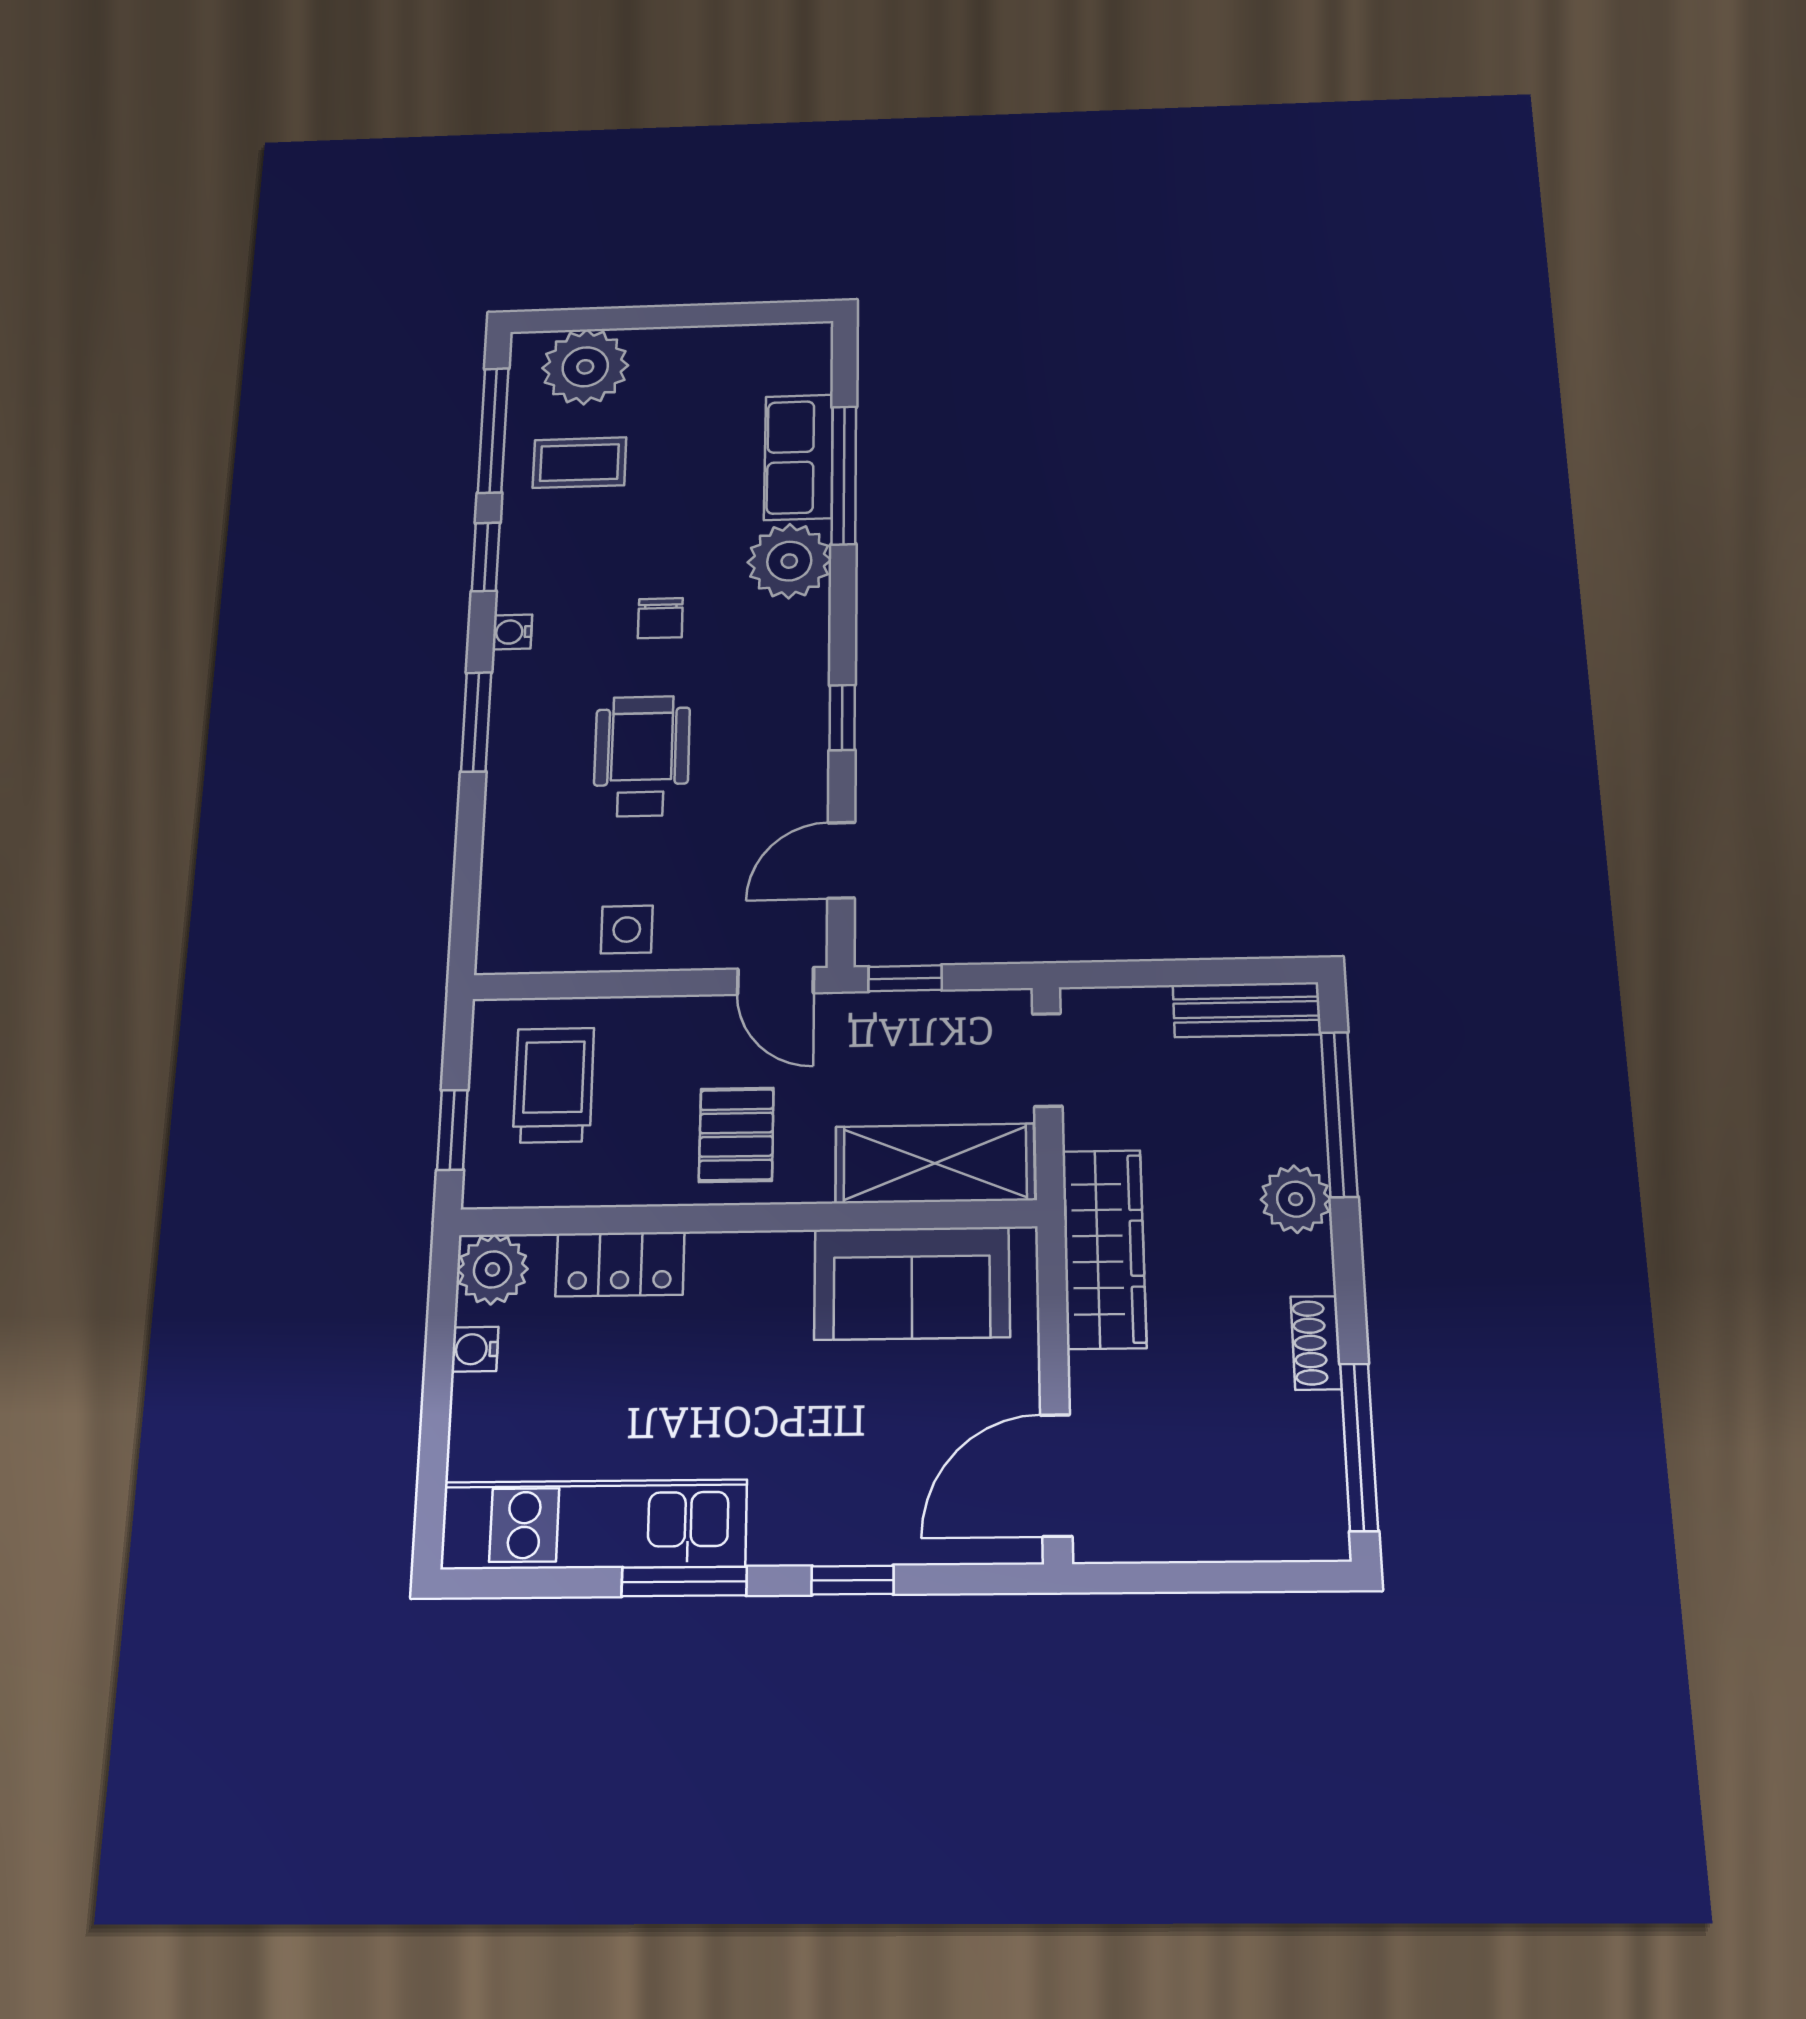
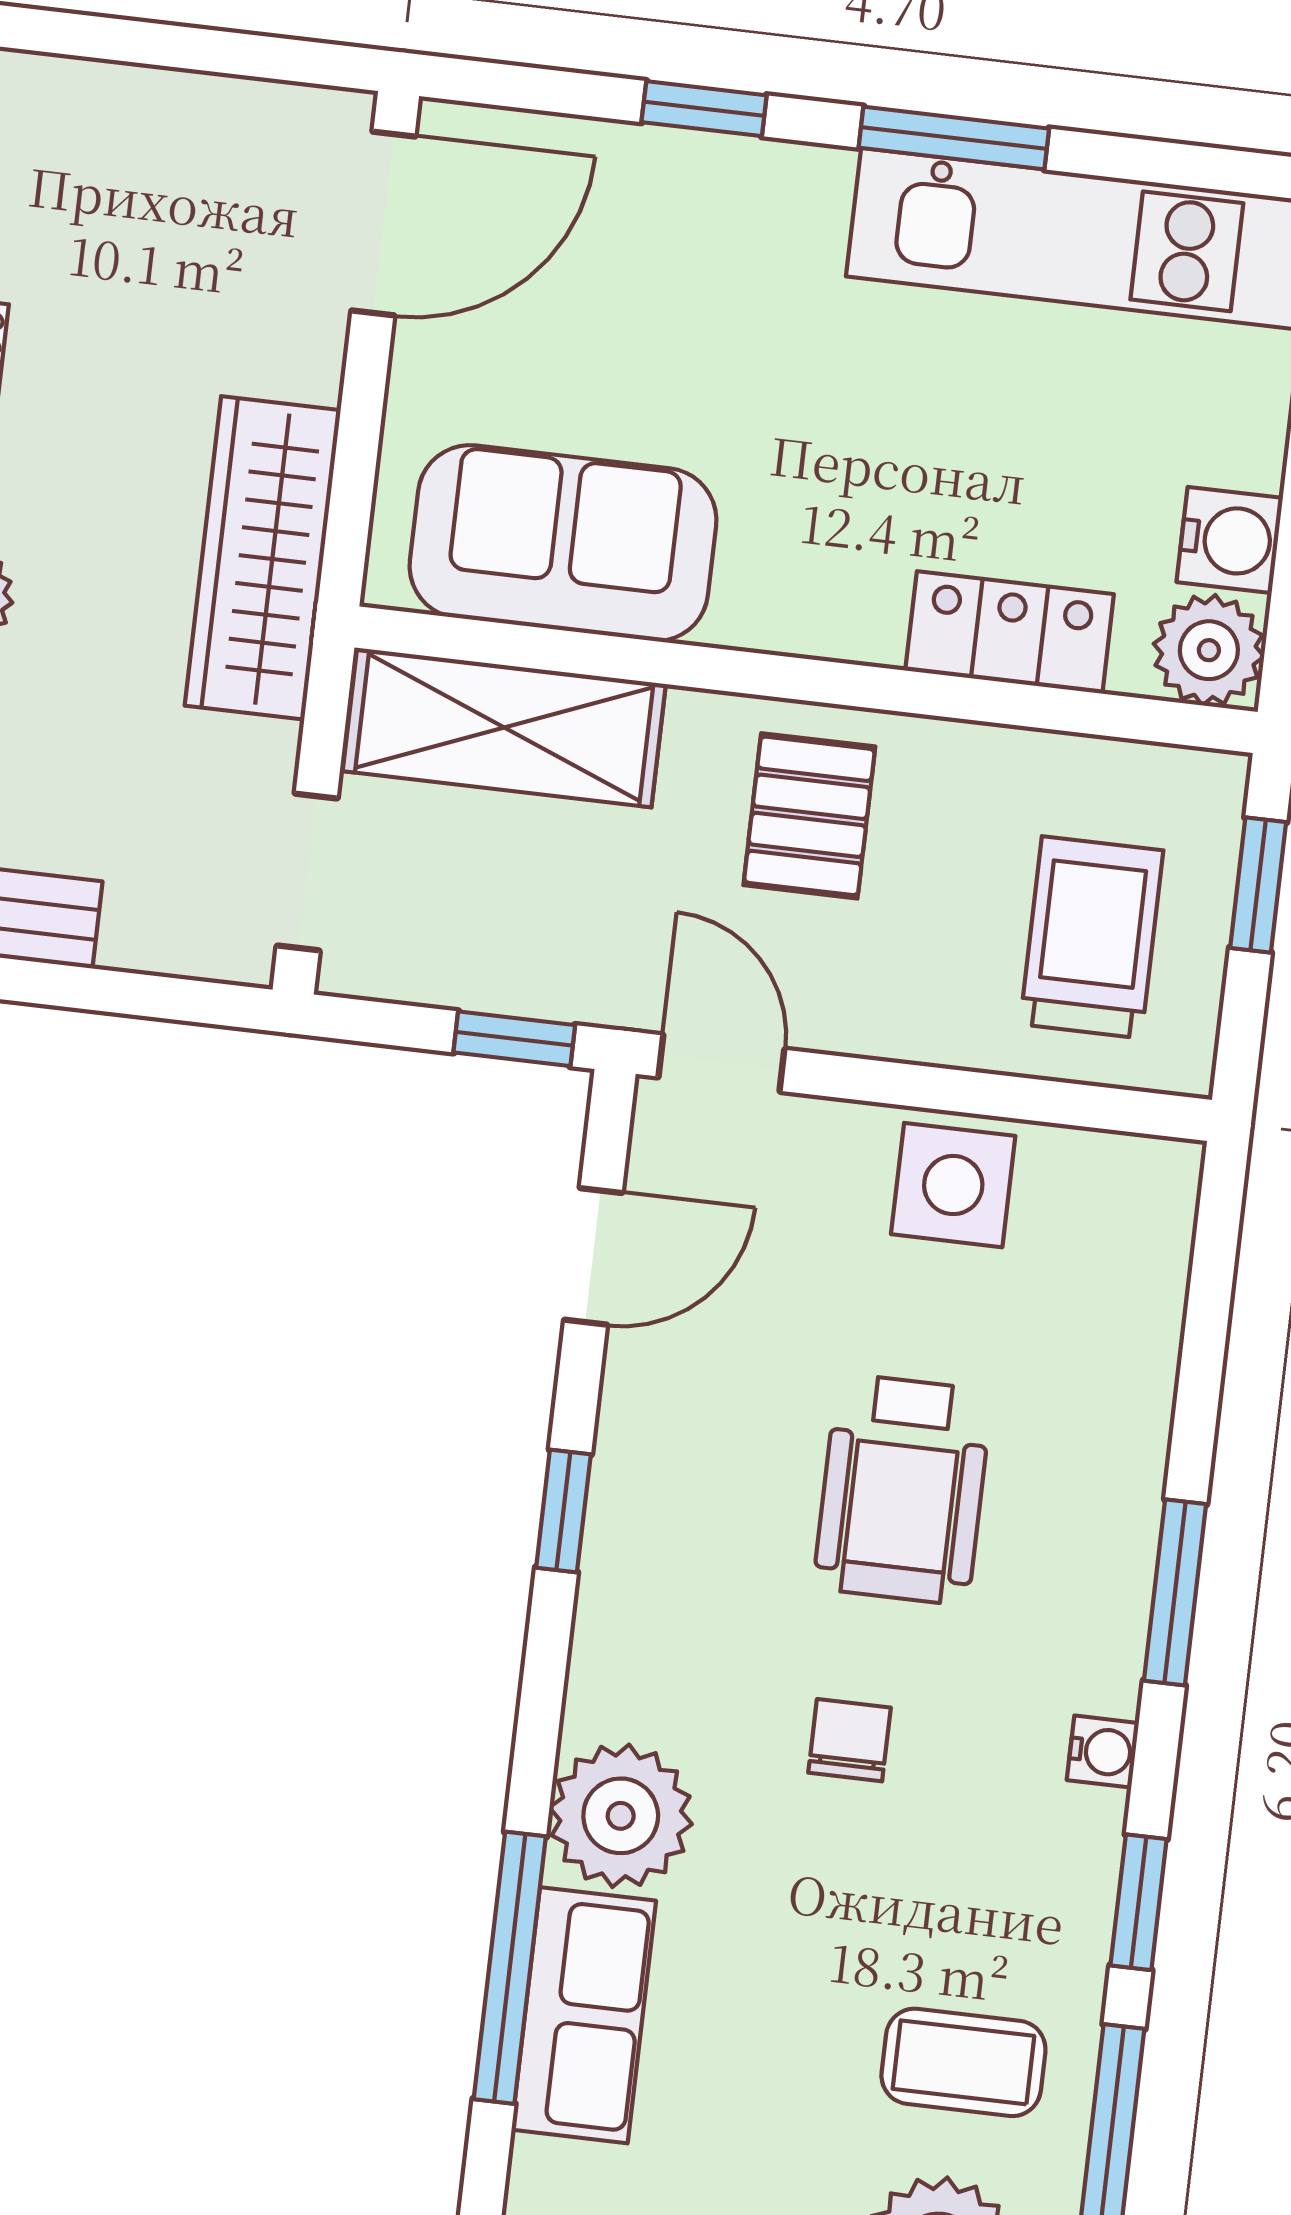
side table: (627, 930) -> (953, 1185), width x1.37, depth x1.37
trolley: (554, 1085) -> (1092, 937), turned 180
water cooler: (475, 1349) -> (1230, 540), width x1.38, depth x1.38

